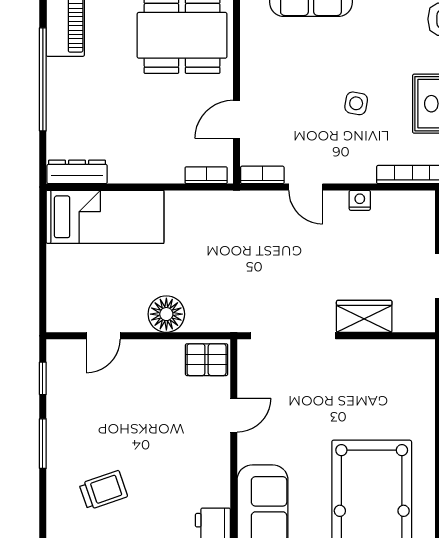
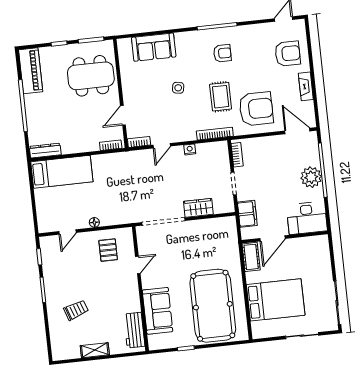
side table: (356, 103) -> (178, 88), moved
door: (306, 187) -> (162, 146), hinge flipped
floor lamp: (166, 314) -> (94, 222), width x0.53, depth x0.53
pallet: (207, 360) -> (108, 250), moved, turned 90

